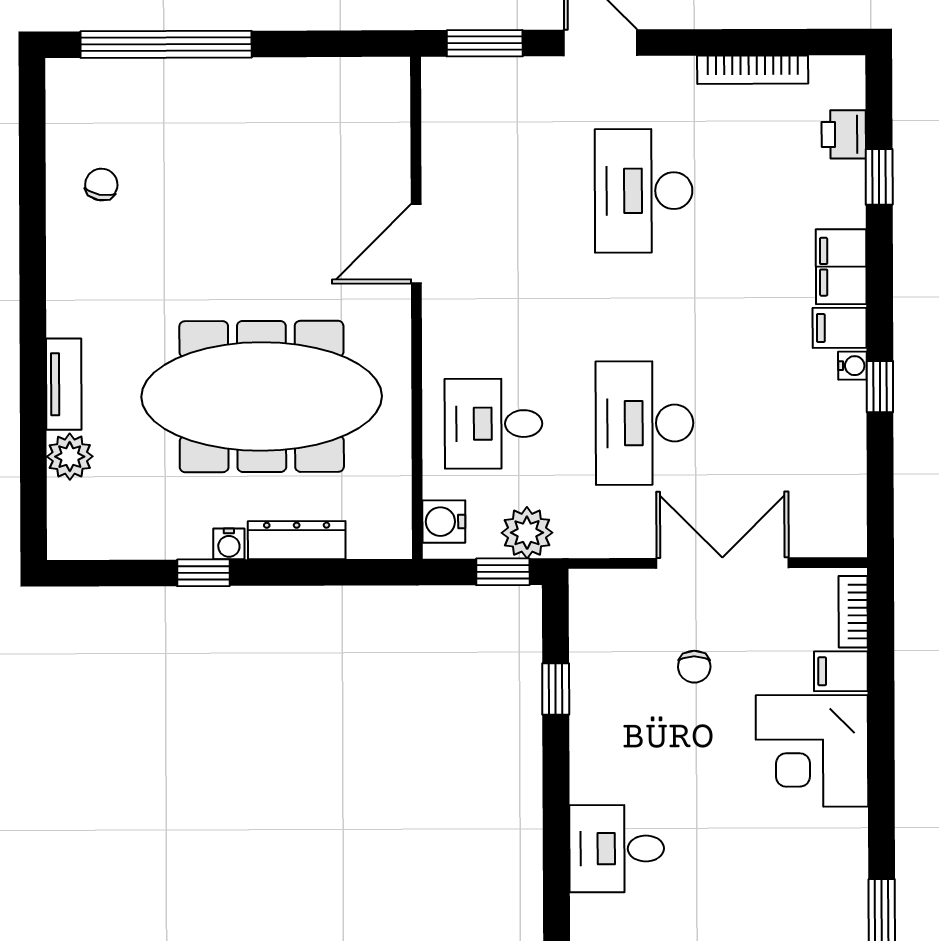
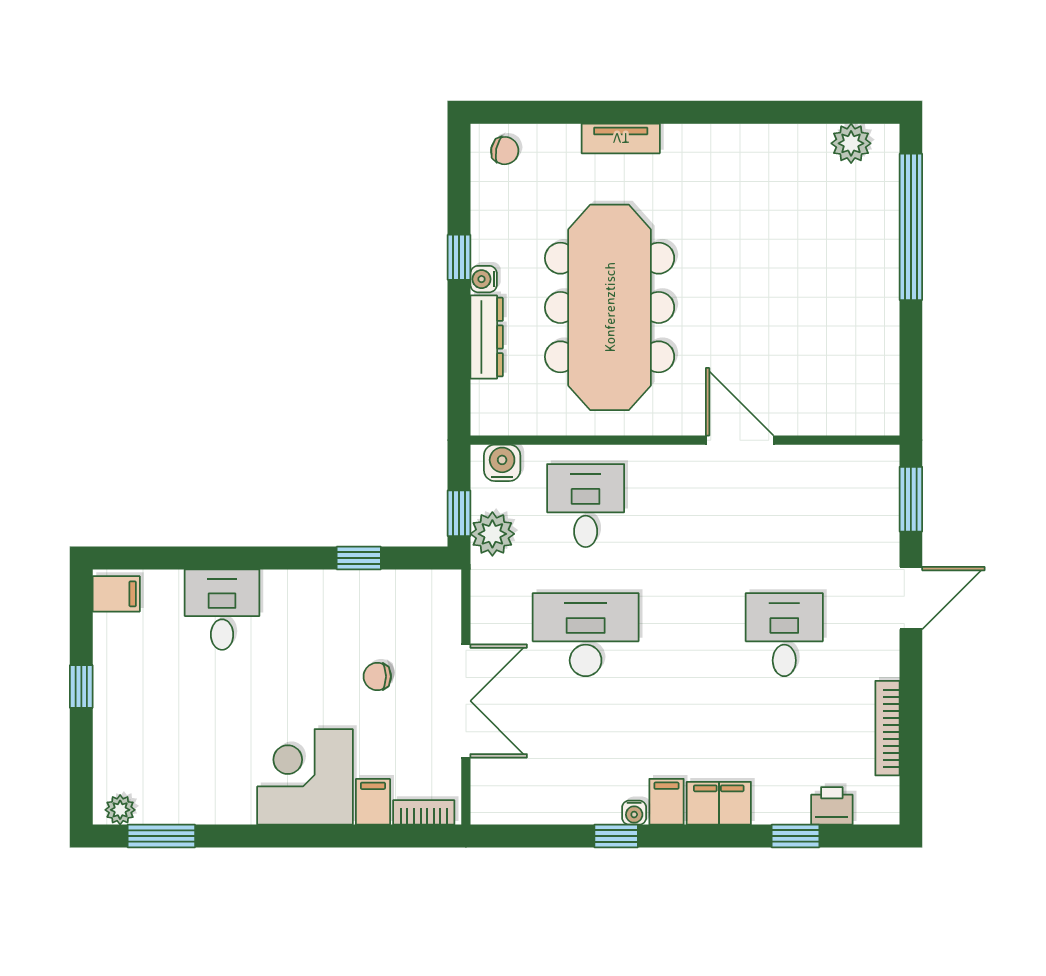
chair: (101, 185) -> (505, 151), moved
desk: (644, 191) -> (784, 635), width x0.73
plant: (70, 457) -> (851, 143), moved

